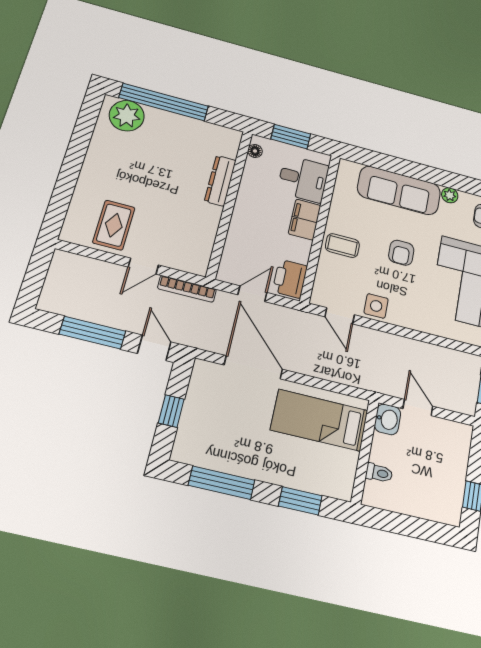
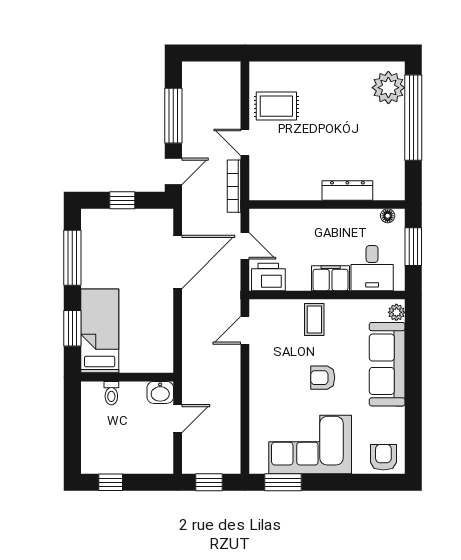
plant: (450, 195) -> (396, 312), moved
side table: (376, 306) -> (263, 363), removed
bed: (320, 420) -> (100, 331), moved

